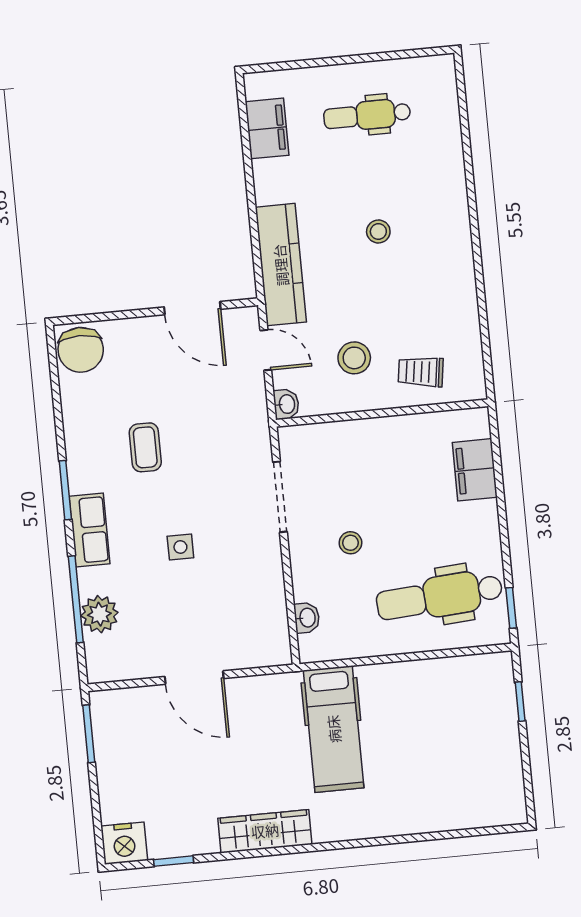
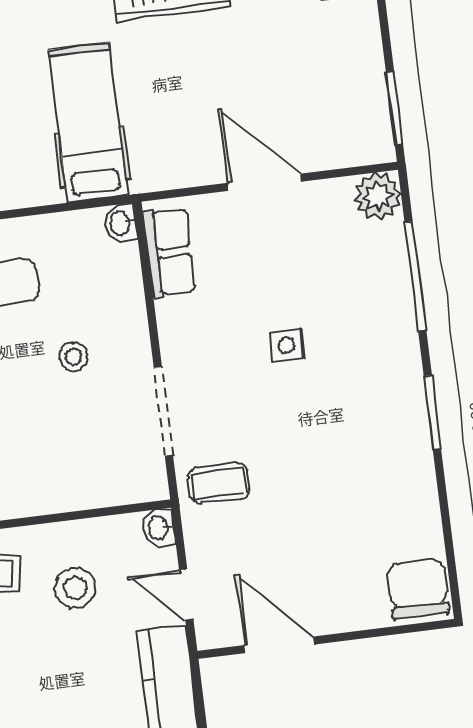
coffee table: (145, 447) -> (219, 483), moved, turned 90
row of seats: (89, 530) -> (169, 252), moved, turned 180
plant: (99, 614) -> (378, 196), moved
washbasin: (307, 618) -> (121, 223), moved

